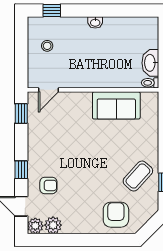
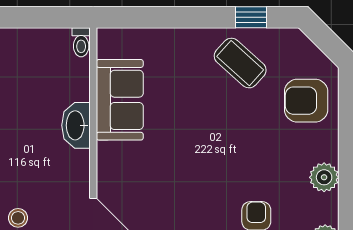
washbasin: (150, 63) -> (76, 125), moved, turned 90
plant: (53, 225) -> (324, 177), moved

